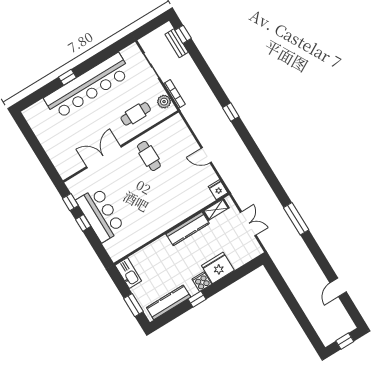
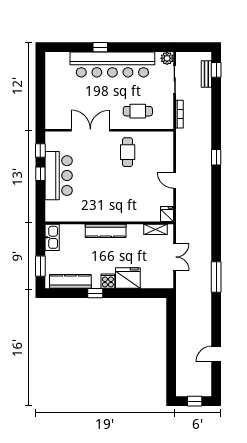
plant: (164, 102) -> (167, 58), moved
kitchen counter: (188, 229) -> (106, 231), moved

